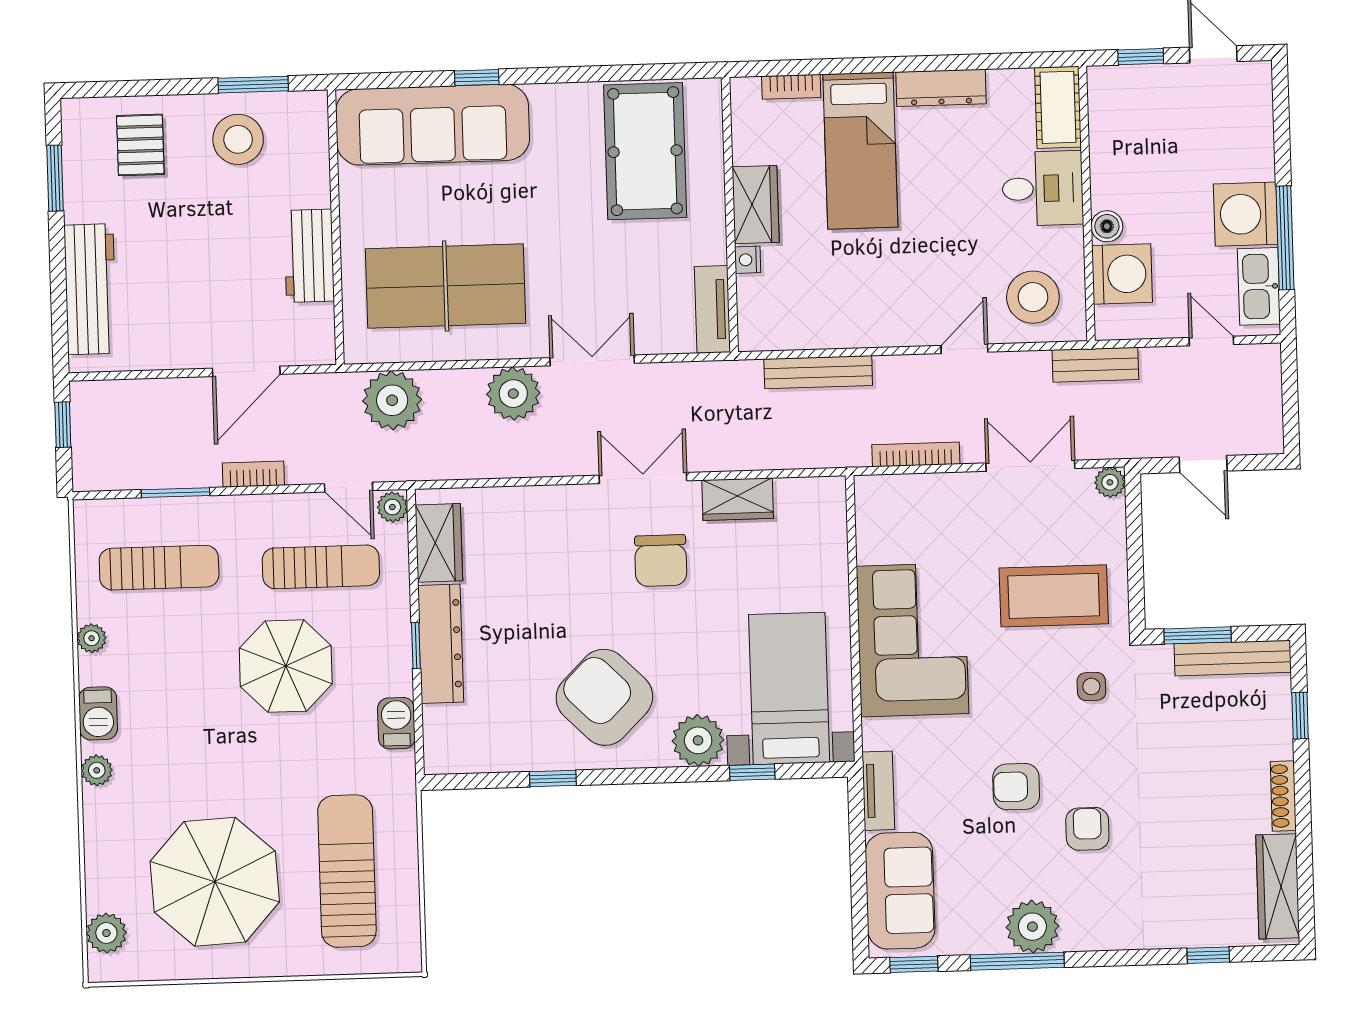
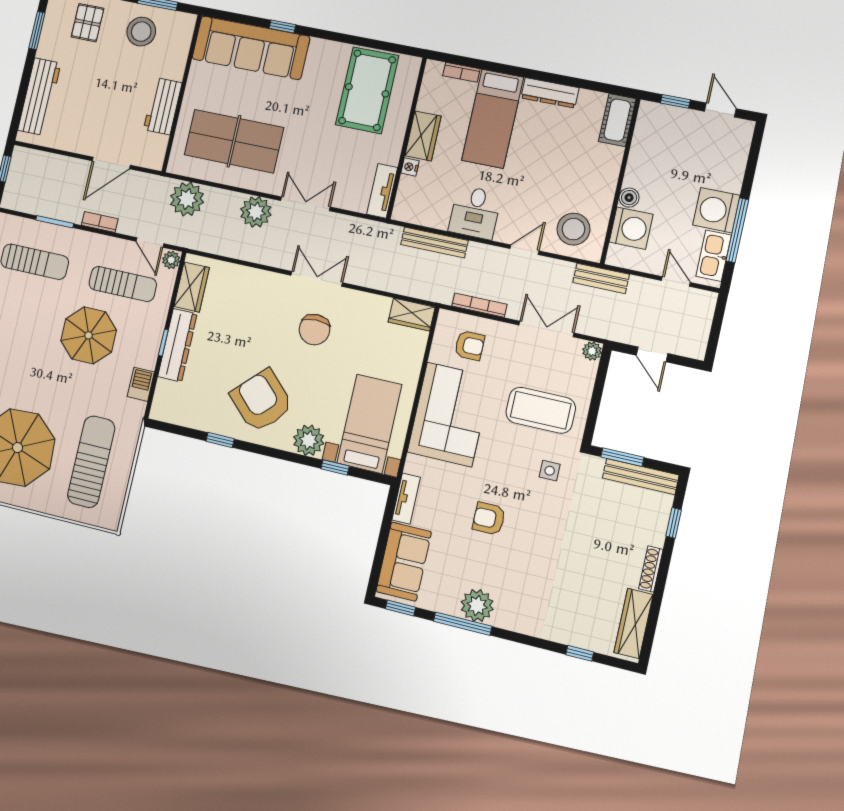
desk: (1043, 188) -> (475, 212), moved, turned 90
wardrobe: (738, 499) -> (412, 315), moved
armchair: (1087, 829) -> (470, 346), moved, turned 90

